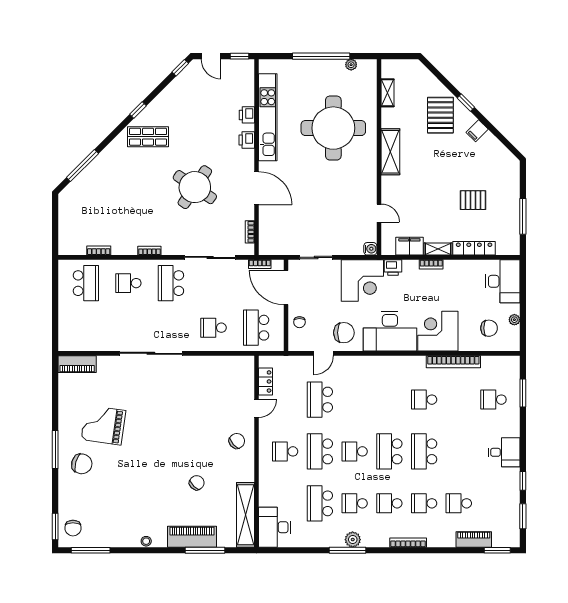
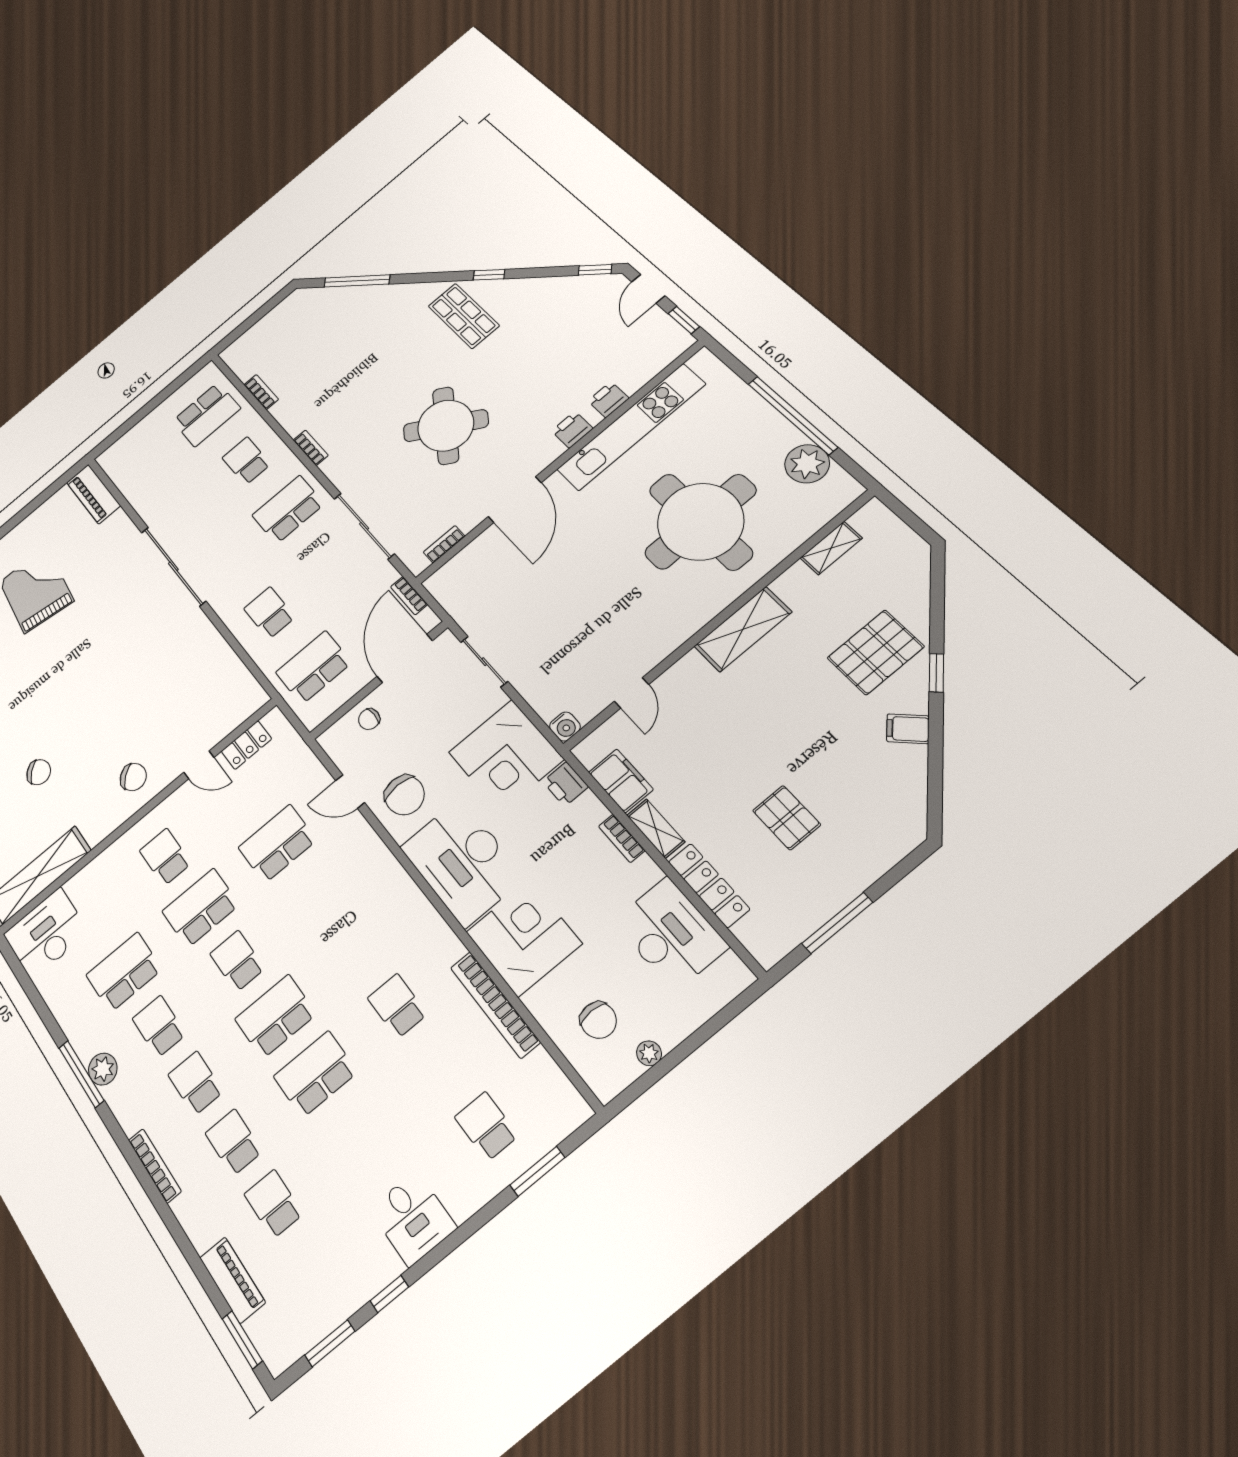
plant: (351, 65) -> (807, 464), width x1.88, depth x1.88
desk: (503, 281) -> (670, 934), moved, turned -90

